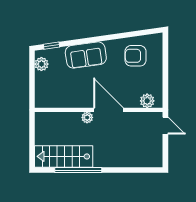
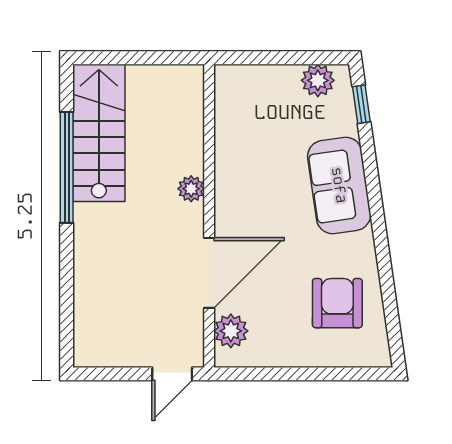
door: (109, 110) -> (209, 273), moved

